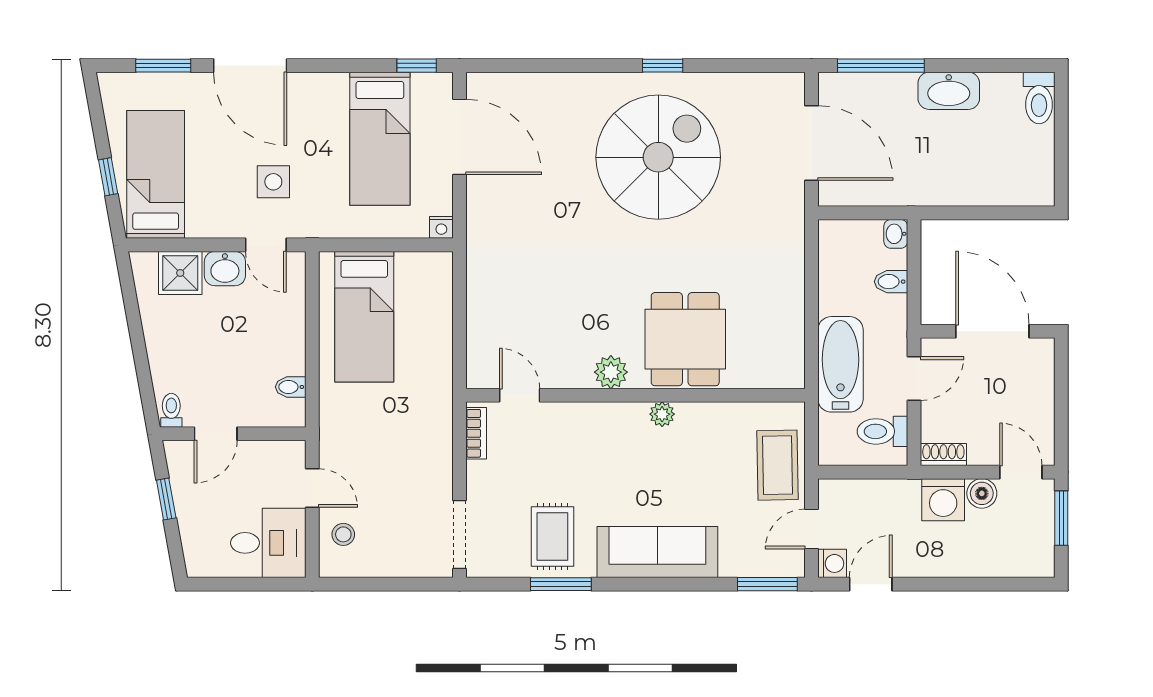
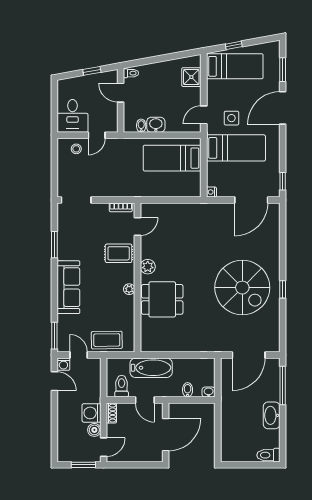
bed: (380, 139) -> (236, 148), moved, turned 180
washbasin: (225, 269) -> (156, 125), moved, turned 90
rug: (552, 536) -> (119, 253), moved

